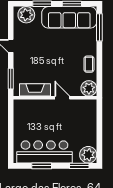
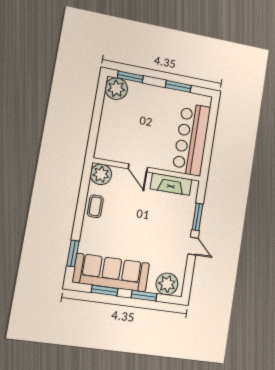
window: (99, 27) -> (73, 253), width x0.69
window: (11, 79) -> (198, 217), moved
bar counter: (44, 152) -> (192, 139), moved, turned 90

